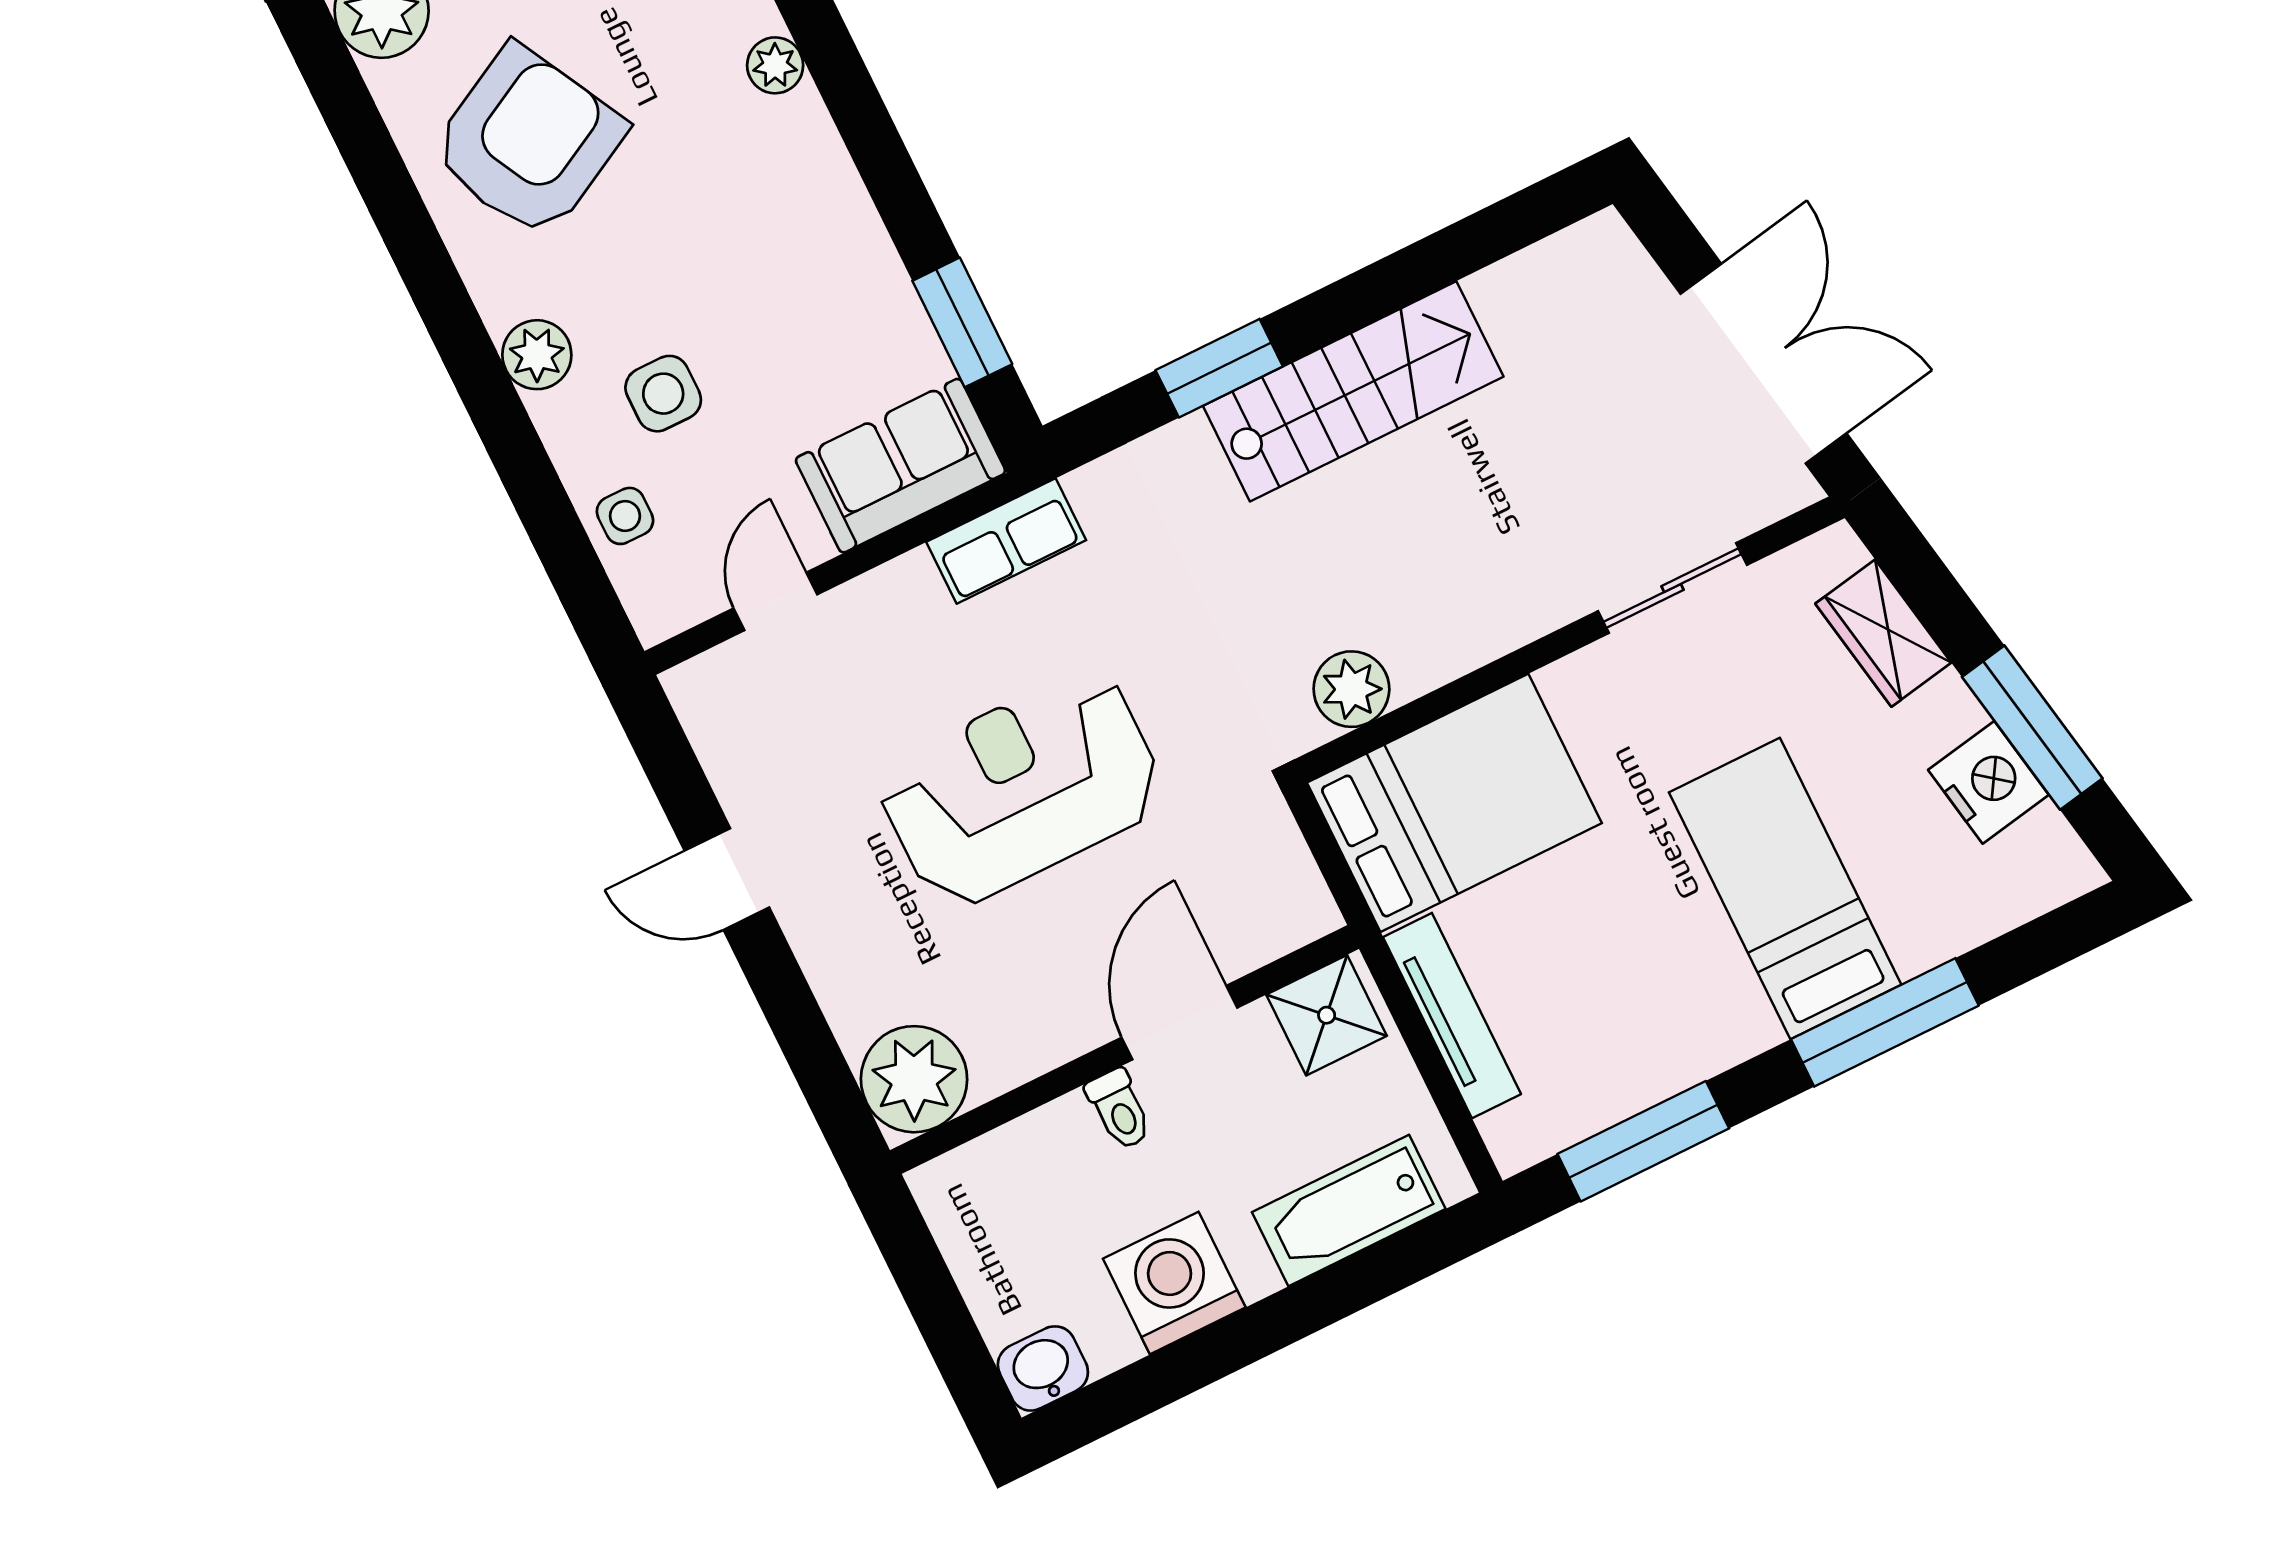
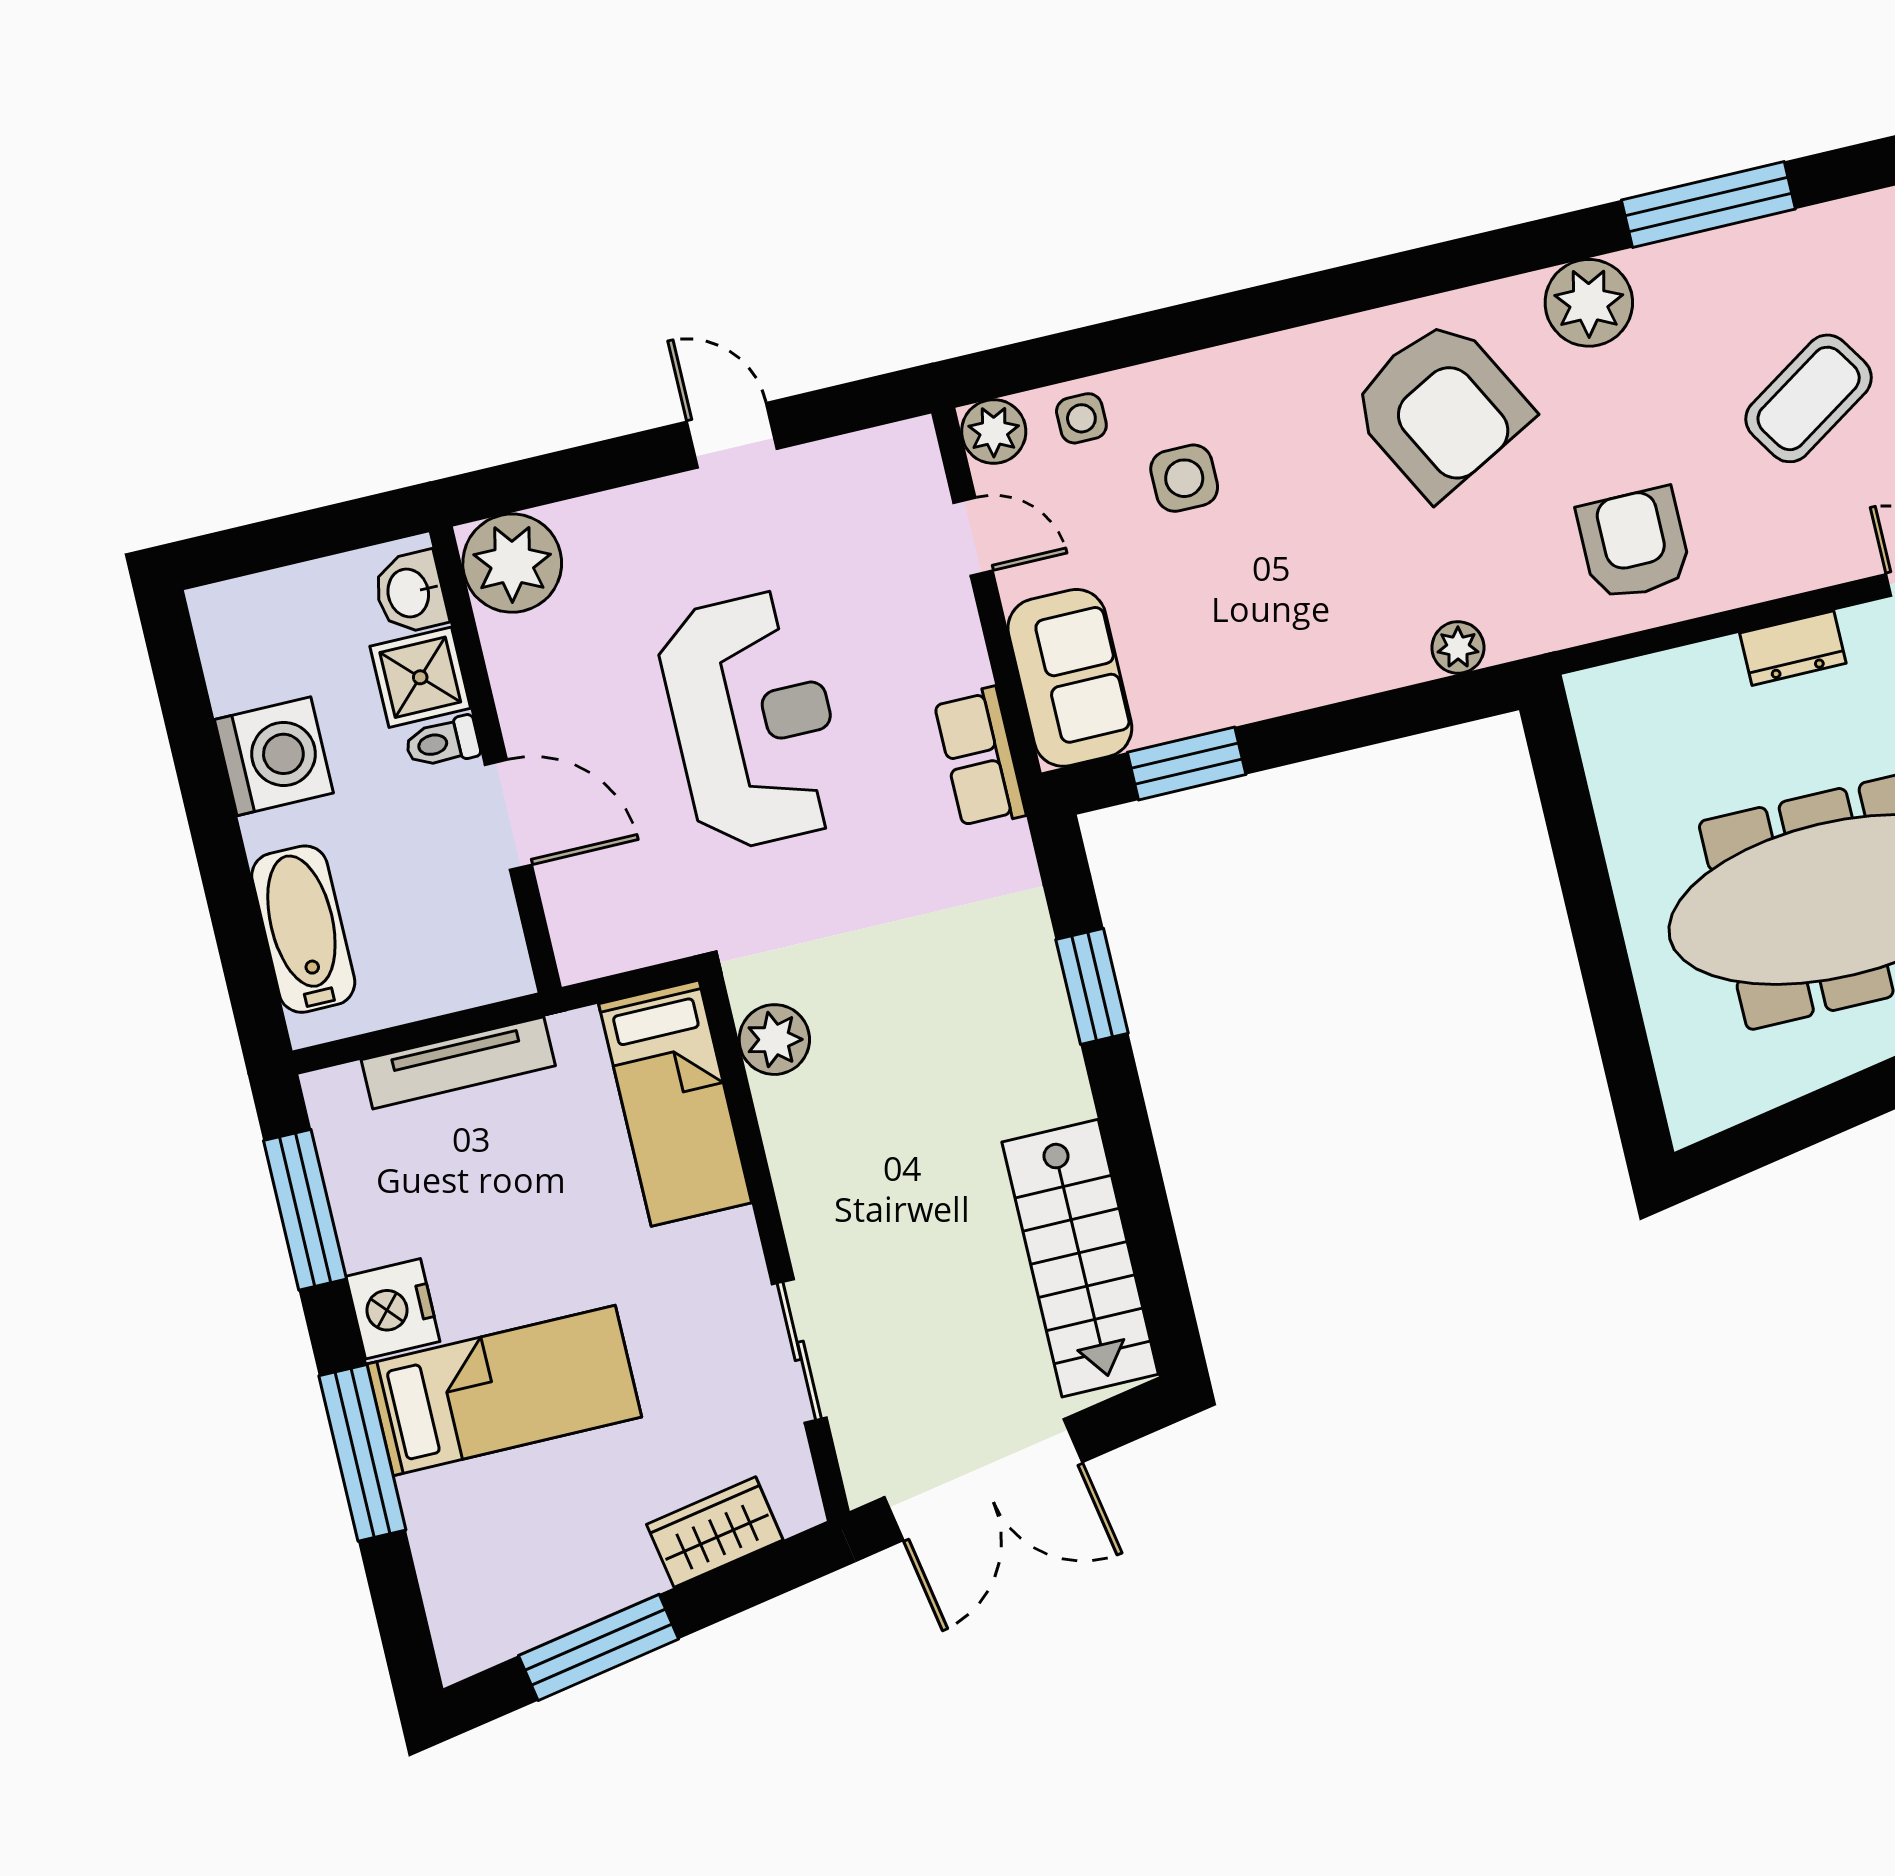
plant: (537, 355) -> (994, 432), moved
stairs: (1353, 391) -> (1080, 1258), moved
nightstand: (1988, 782) -> (393, 1309), moved, turned 100
bed: (1454, 803) -> (675, 1103), width x0.67
door: (727, 879) -> (732, 435), hinge flipped
shower: (1327, 1015) -> (420, 677), moved
washbasin: (1043, 1368) -> (410, 593), moved, turned 180

